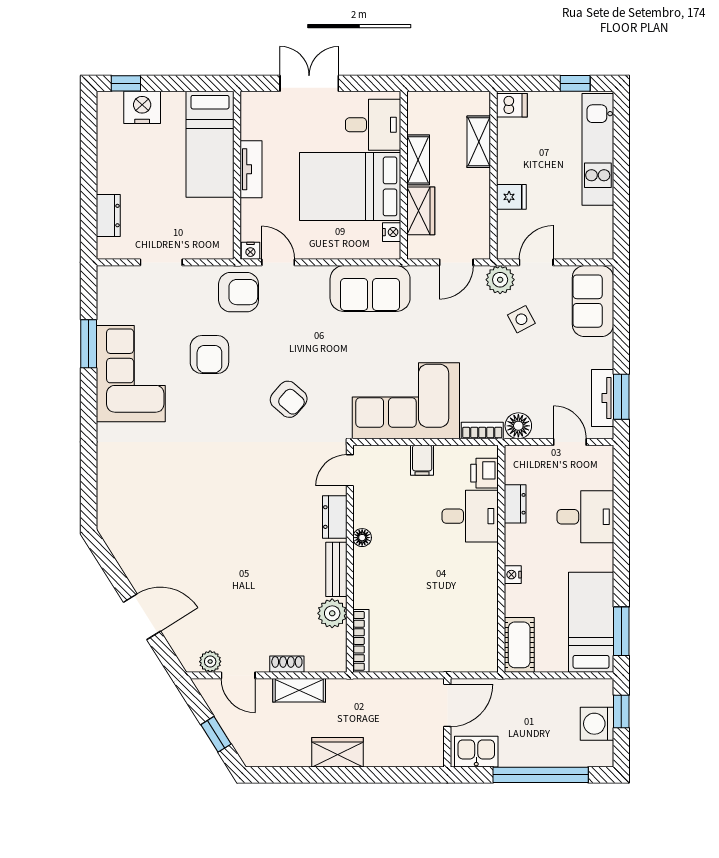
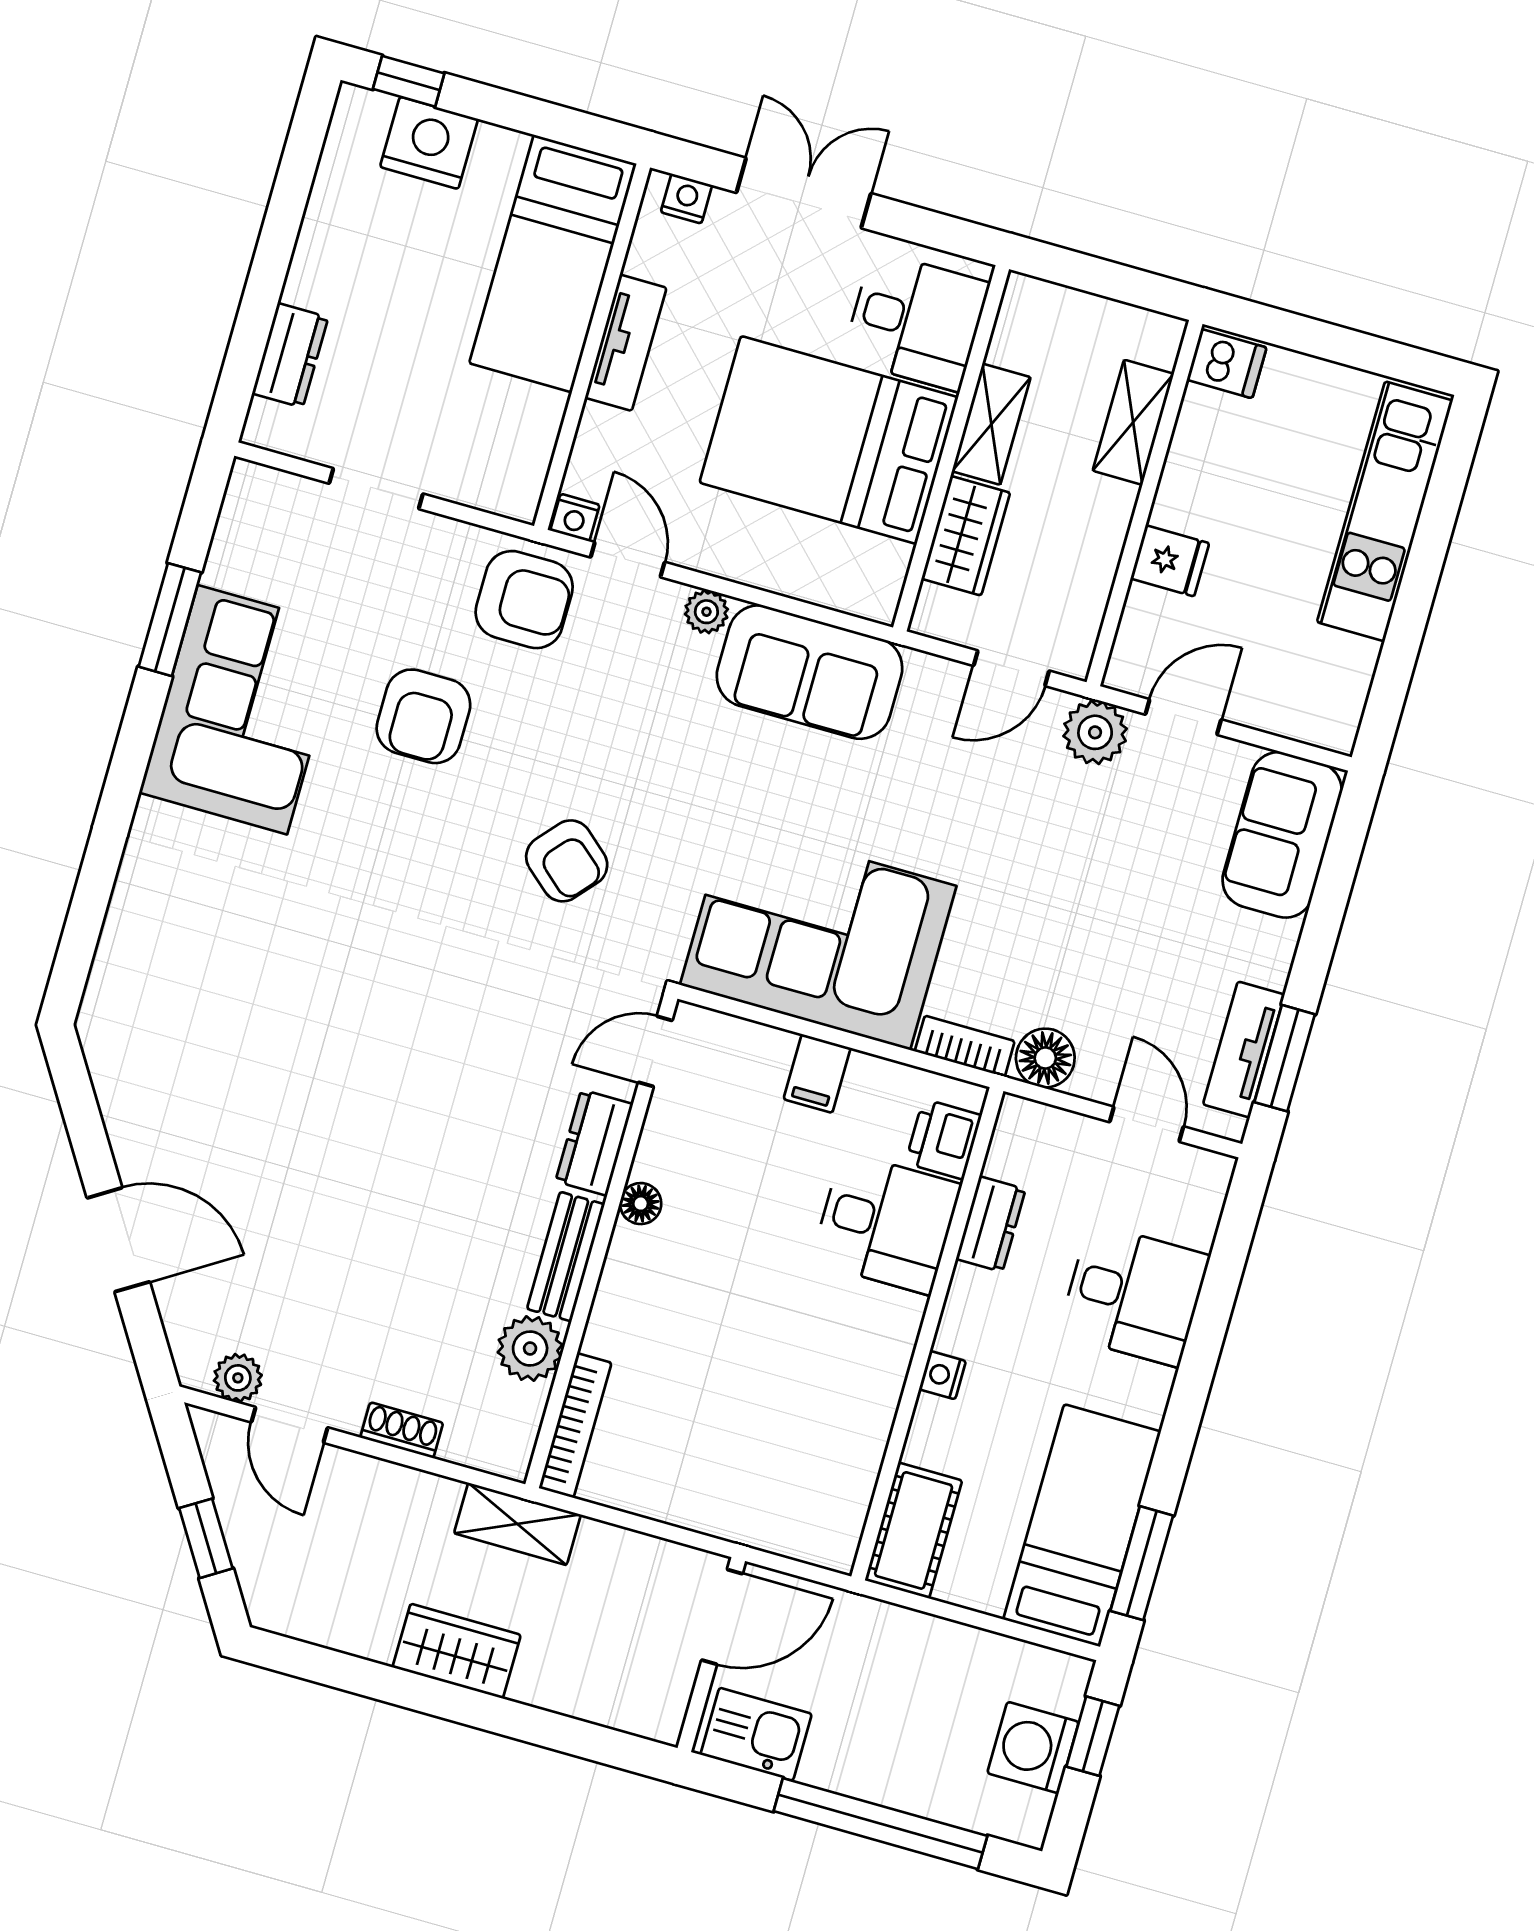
window: (575, 83) -> (1376, 355), removed
nightstand: (392, 232) -> (686, 199), moved, turned -90
plant: (318, 275) -> (706, 612), added
side table: (521, 319) -> (1117, 830), removed
shelving: (299, 690) -> (517, 1524), moved

